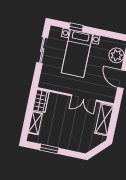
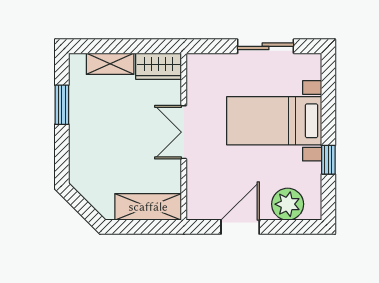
window: (76, 27) -> (328, 160), moved
double door: (84, 98) -> (184, 132), moved

